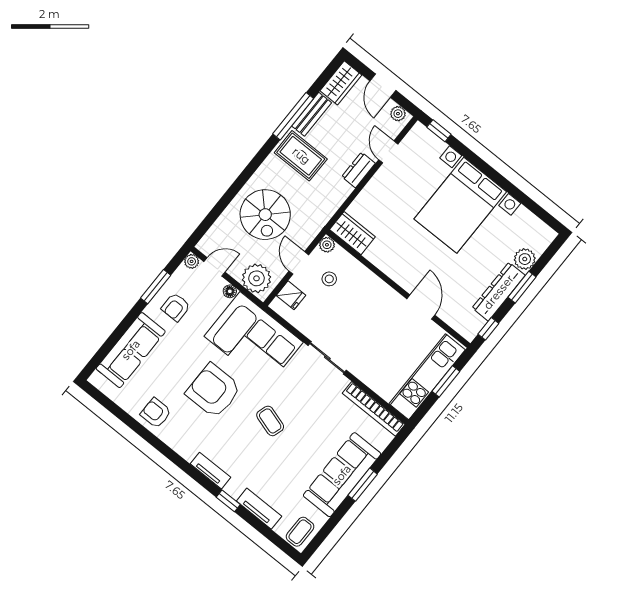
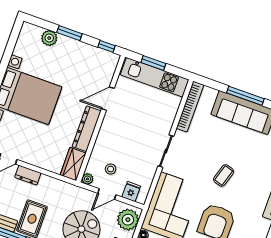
dresser: (499, 292) -> (87, 129), moved, turned 90
window: (363, 485) -> (245, 96), width x1.44

